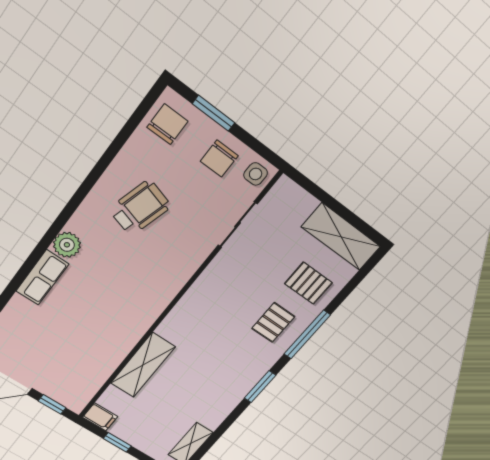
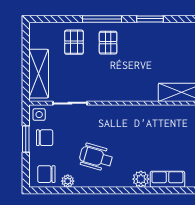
window: (214, 113) -> (26, 139), moved
plant: (136, 147) -> (68, 181), added
shelving: (341, 237) -> (39, 74), moved
pallet: (273, 322) -> (108, 43), turned 90

